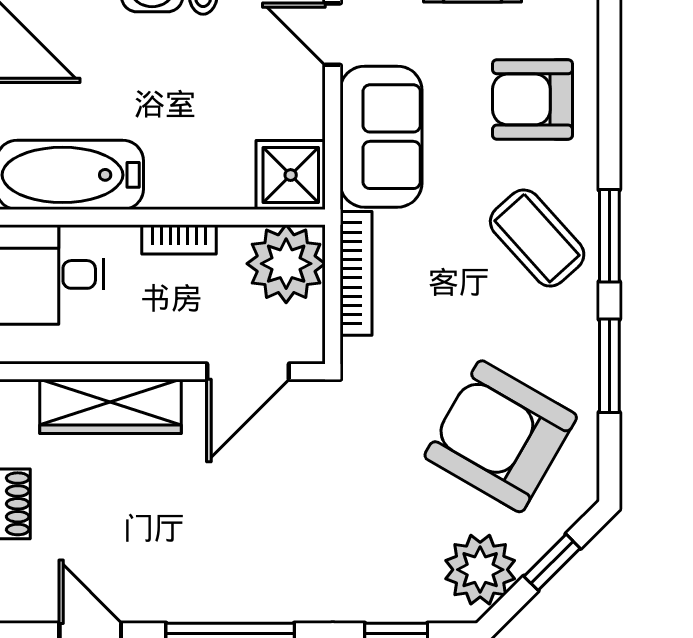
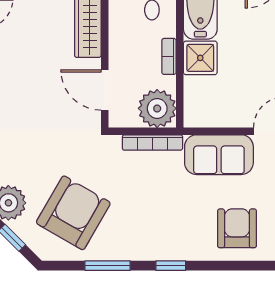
shower: (291, 175) -> (200, 58), moved
window: (609, 236) -> (171, 266), width x0.67
coffee table: (537, 238) -> (170, 230), removed

